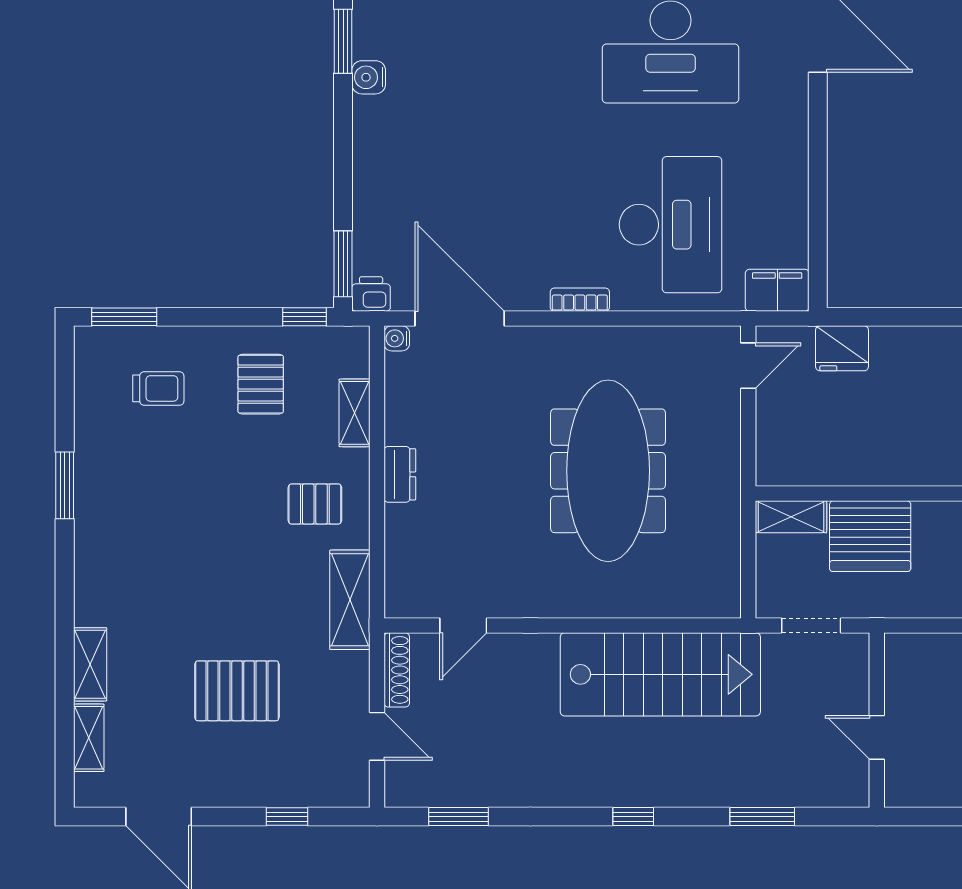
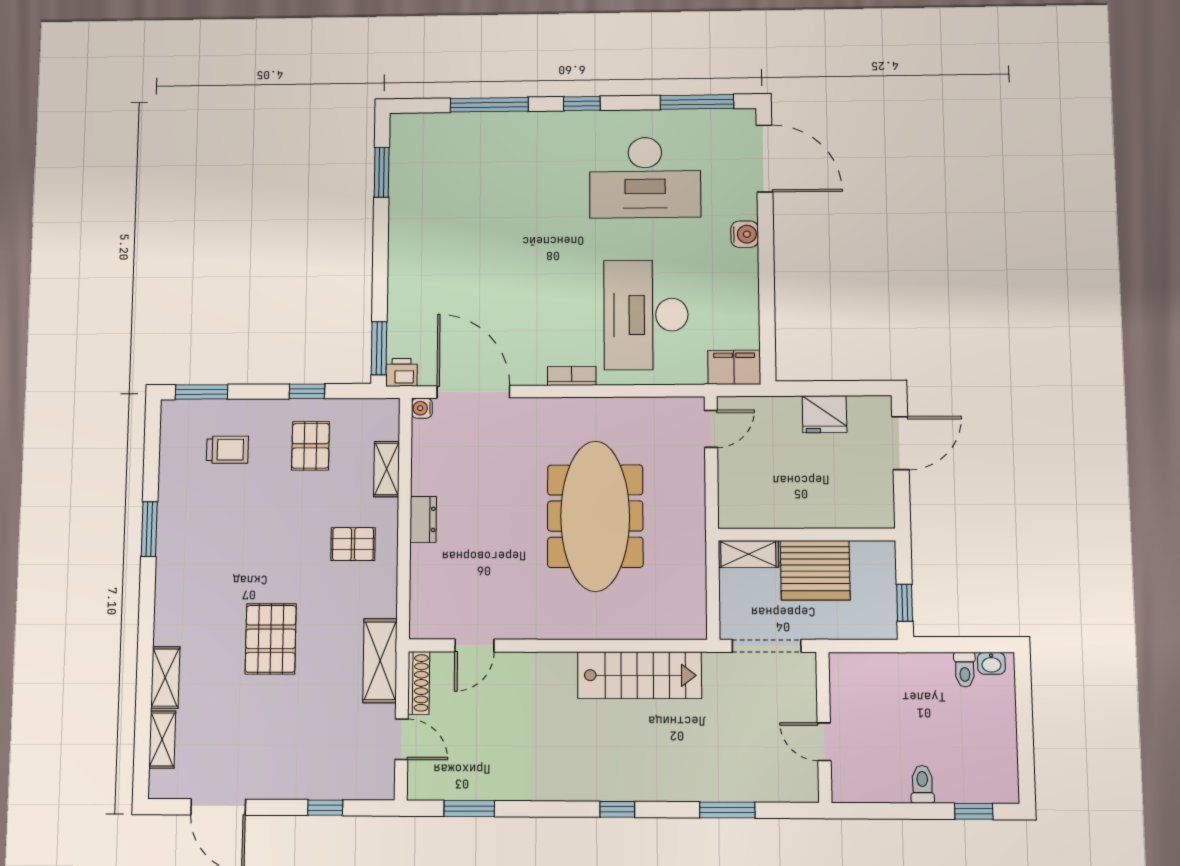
water cooler: (369, 77) -> (745, 234), moved, turned 180
desk: (671, 225) -> (646, 315), turned 180
window: (304, 317) -> (307, 391), moved
fridge: (842, 348) -> (824, 414), moved
shelving: (350, 600) -> (380, 661), moved
doorway: (811, 626) -> (767, 646), width x1.38
stairs: (660, 674) -> (640, 675), width x0.73, depth x0.66
pallet: (237, 691) -> (271, 639), moved, turned 90

